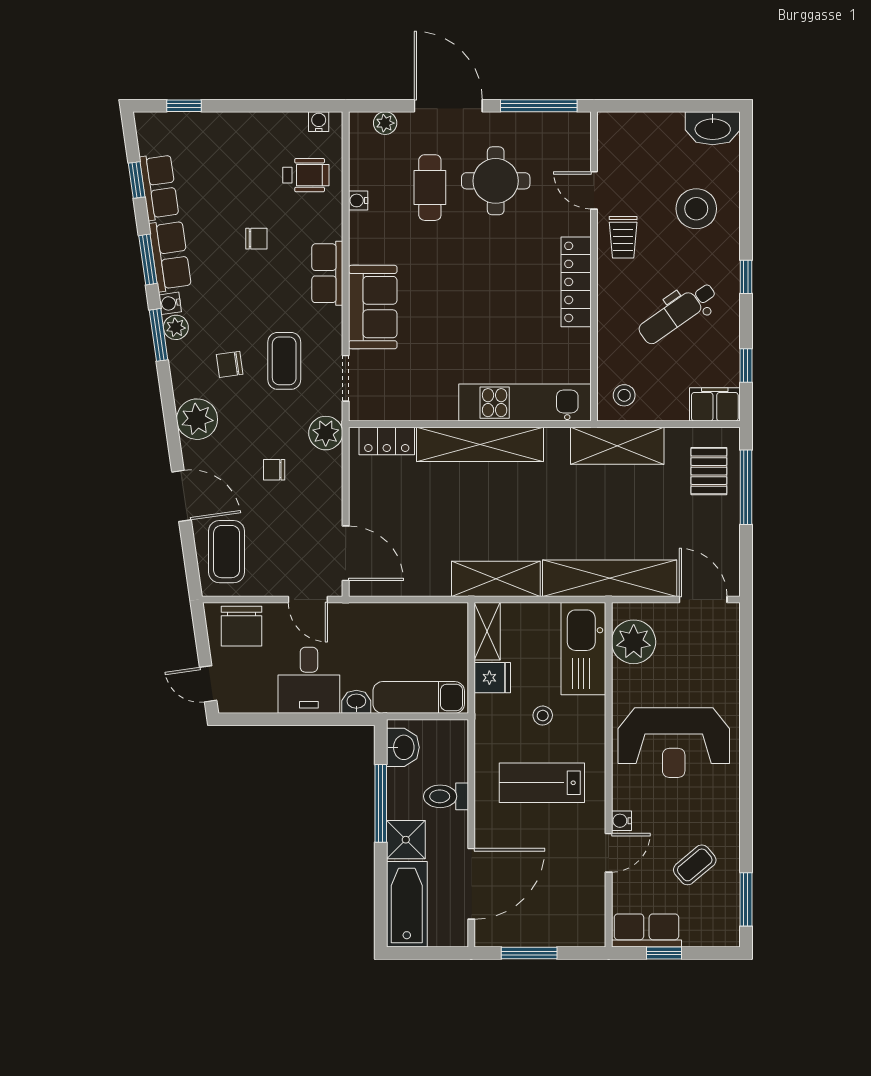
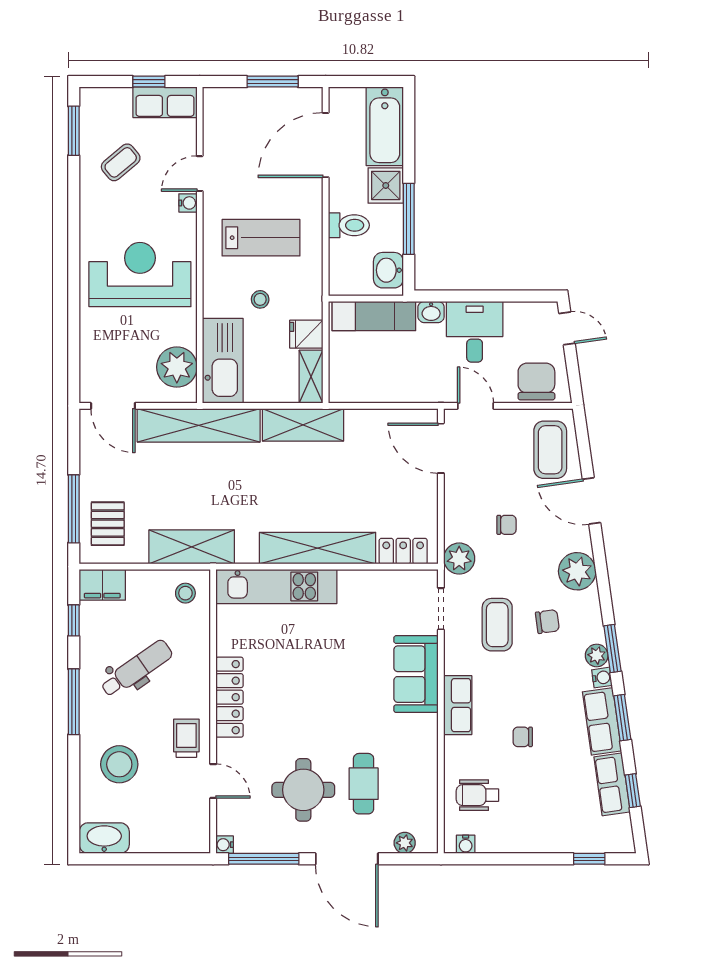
water cooler: (358, 200) -> (225, 845), moved, turned 180
window: (746, 277) -> (74, 702), width x2.17

